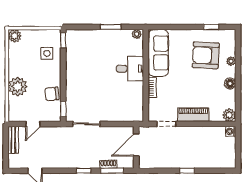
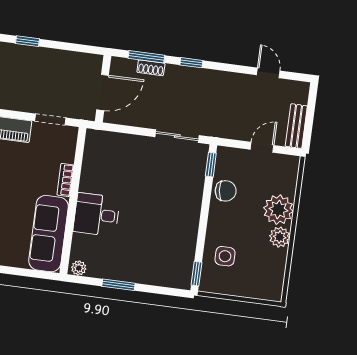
plant: (15, 36) -> (280, 237), moved

